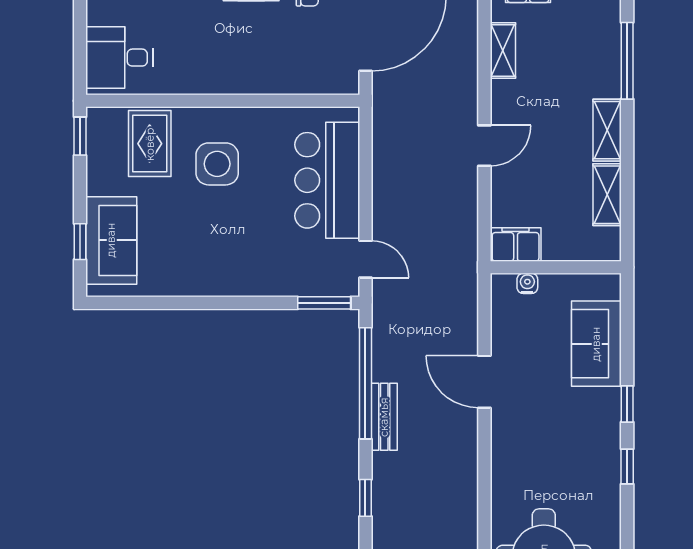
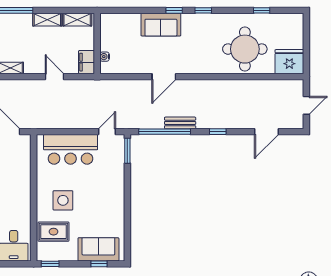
filing cabinet: (516, 244) -> (86, 62), moved
wall: (556, 267) -> (97, 43), moved
water cooler: (527, 283) -> (105, 57), moved
sofa: (596, 344) -> (161, 25), moved

